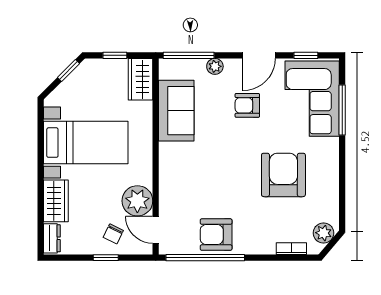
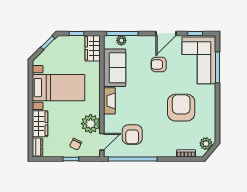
plant: (215, 66) -> (121, 40), moved
fireplace: (168, 164) -> (109, 101), added
door: (156, 230) -> (102, 142), swing flipped
armchair: (216, 235) -> (132, 135), moved, turned -90

